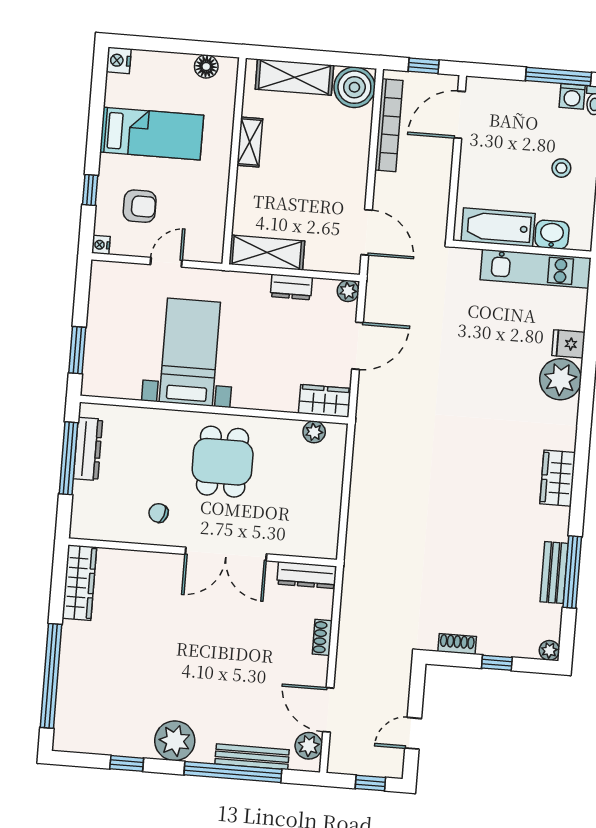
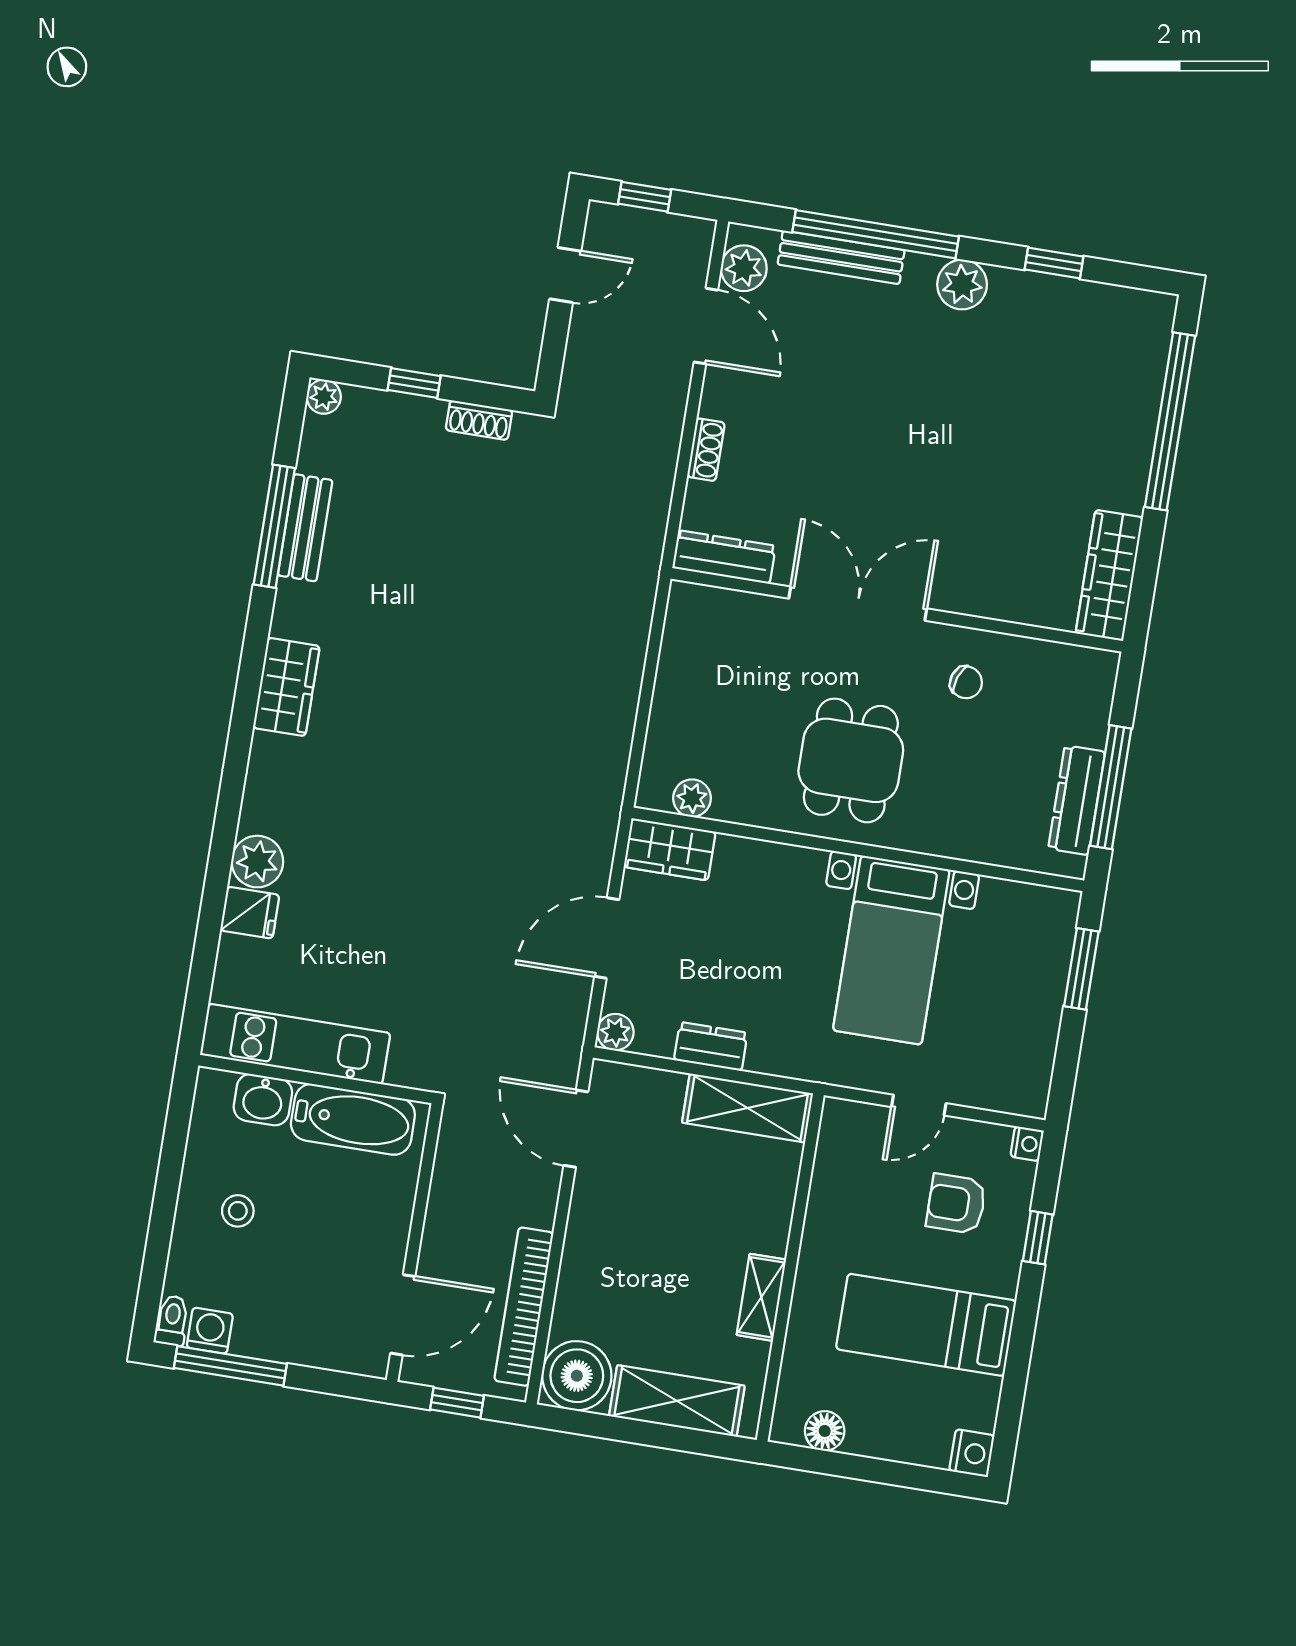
plant: (560, 379) -> (257, 862), width x0.73, depth x0.73
plant: (175, 741) -> (962, 285), width x0.73, depth x0.73

